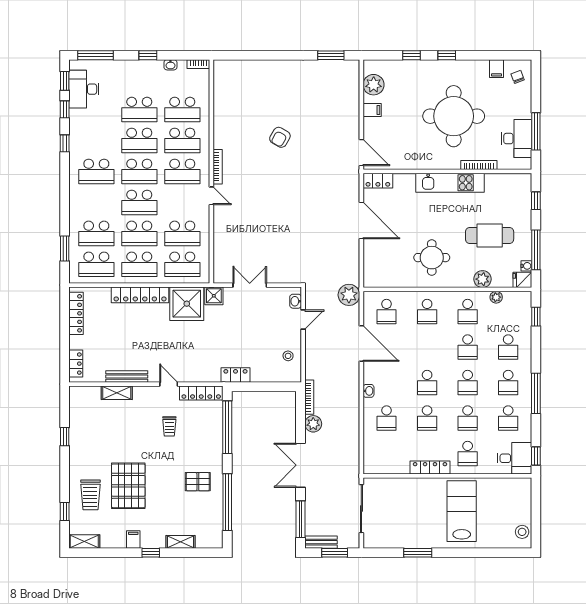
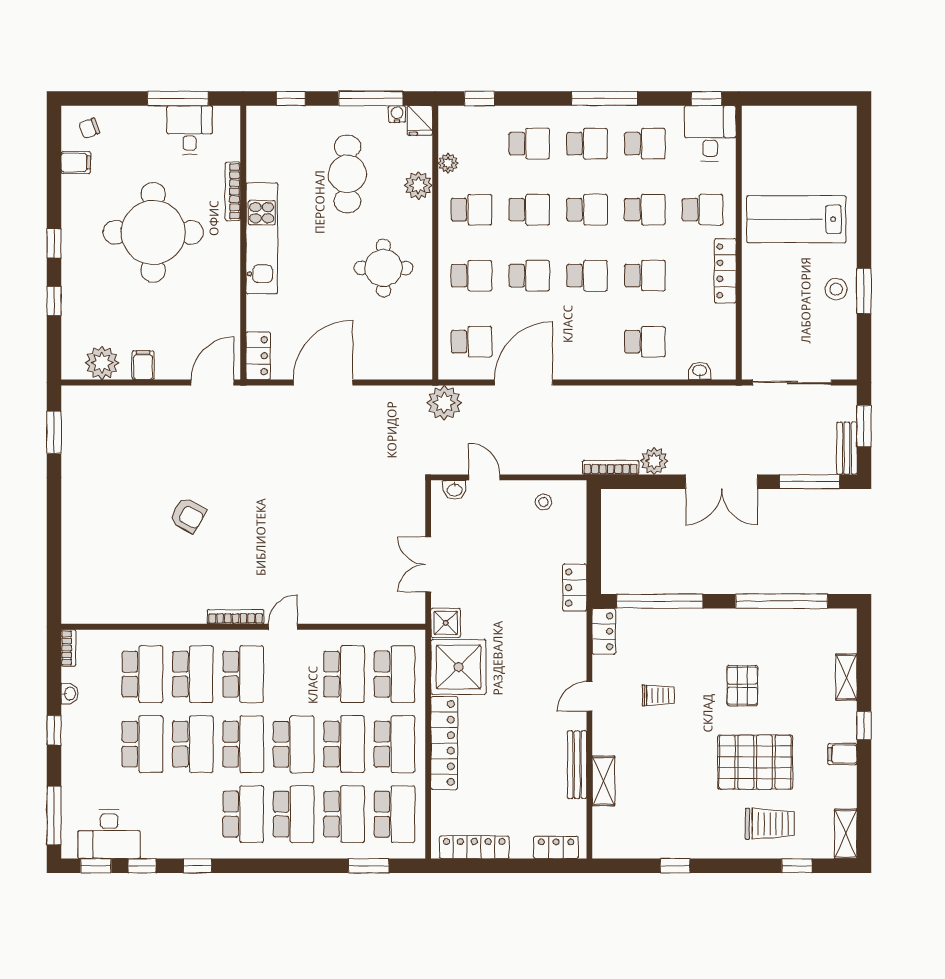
desk: (516, 139) -> (190, 130), width x0.73
school desk: (96, 202) -> (294, 814), added
school desk: (427, 347) -> (529, 276), added
washbasin: (369, 391) -> (700, 371), moved
locker: (201, 393) -> (604, 631), width x0.66
pallet: (198, 482) -> (742, 686), moved
stool: (522, 532) -> (836, 289), moved

